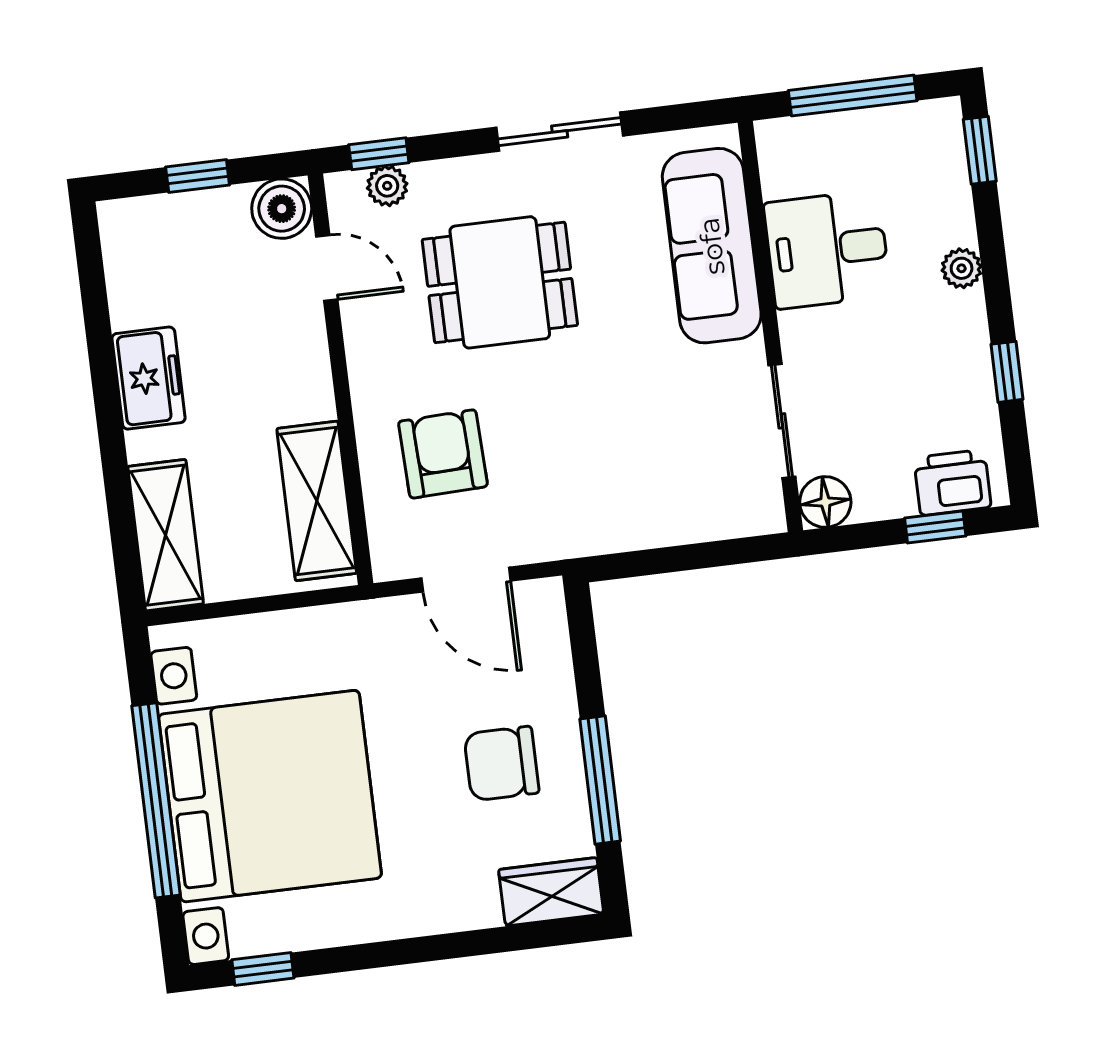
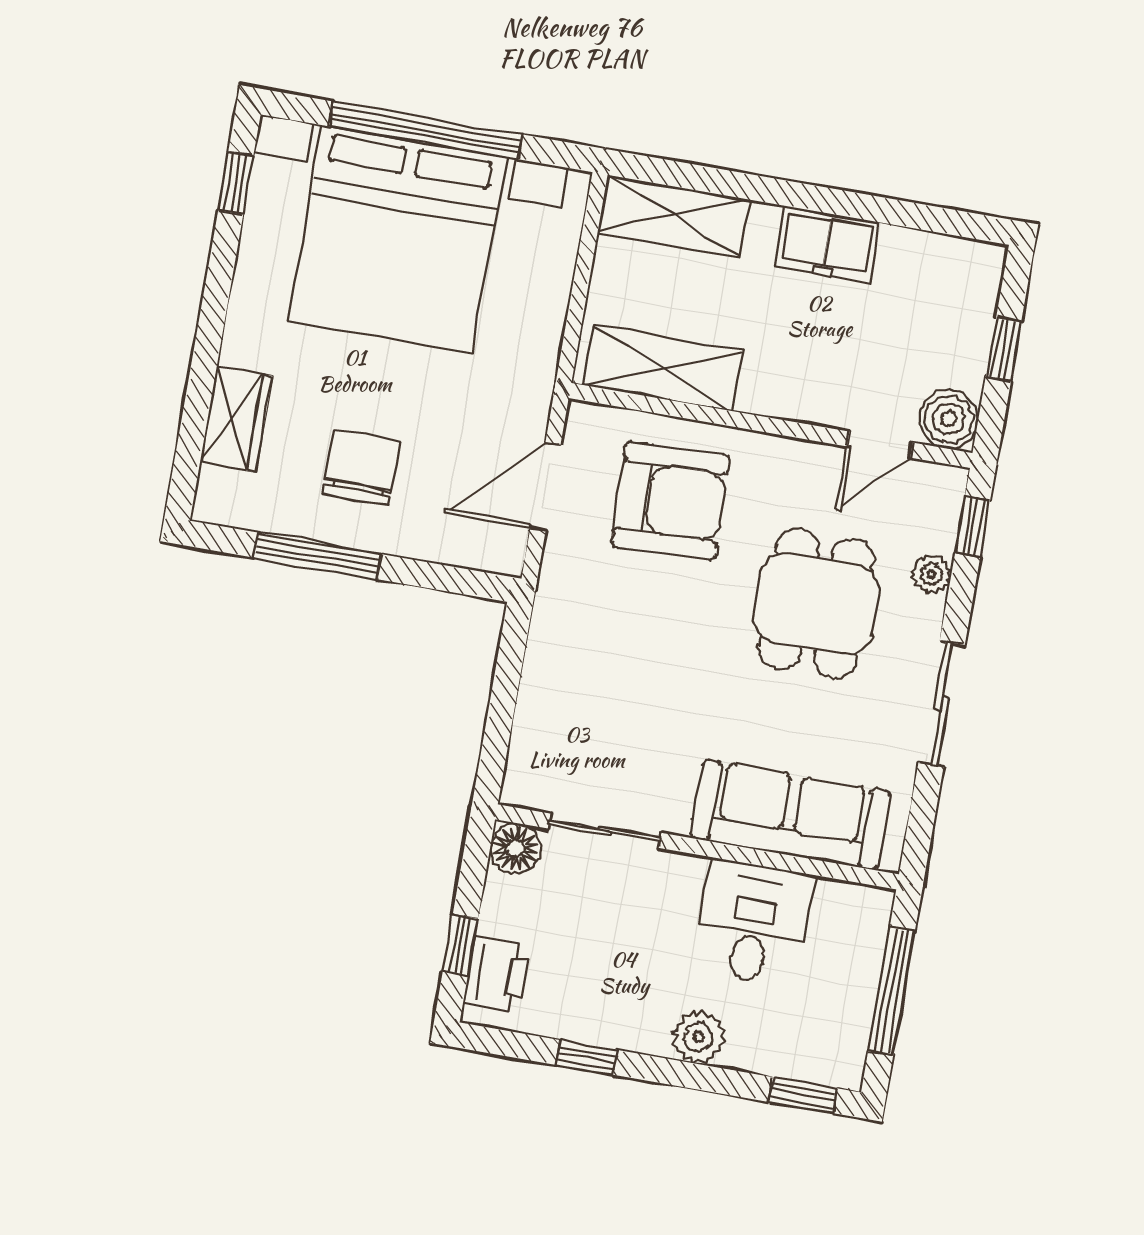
plant: (387, 186) -> (931, 574), moved
plant: (962, 268) -> (698, 1037), width x1.38, depth x1.38
armchair: (443, 454) -> (671, 501), width x1.36, depth x1.36
wardrobe: (551, 892) -> (236, 419), moved

